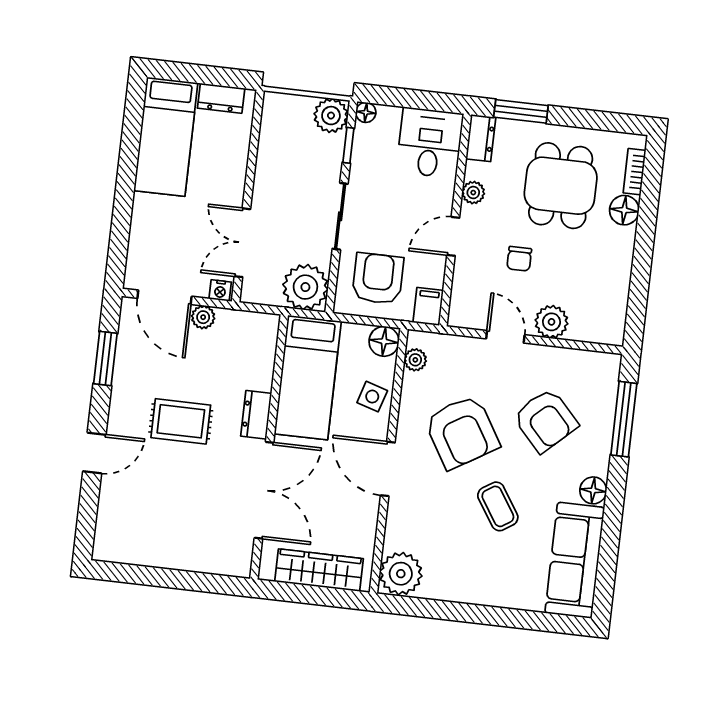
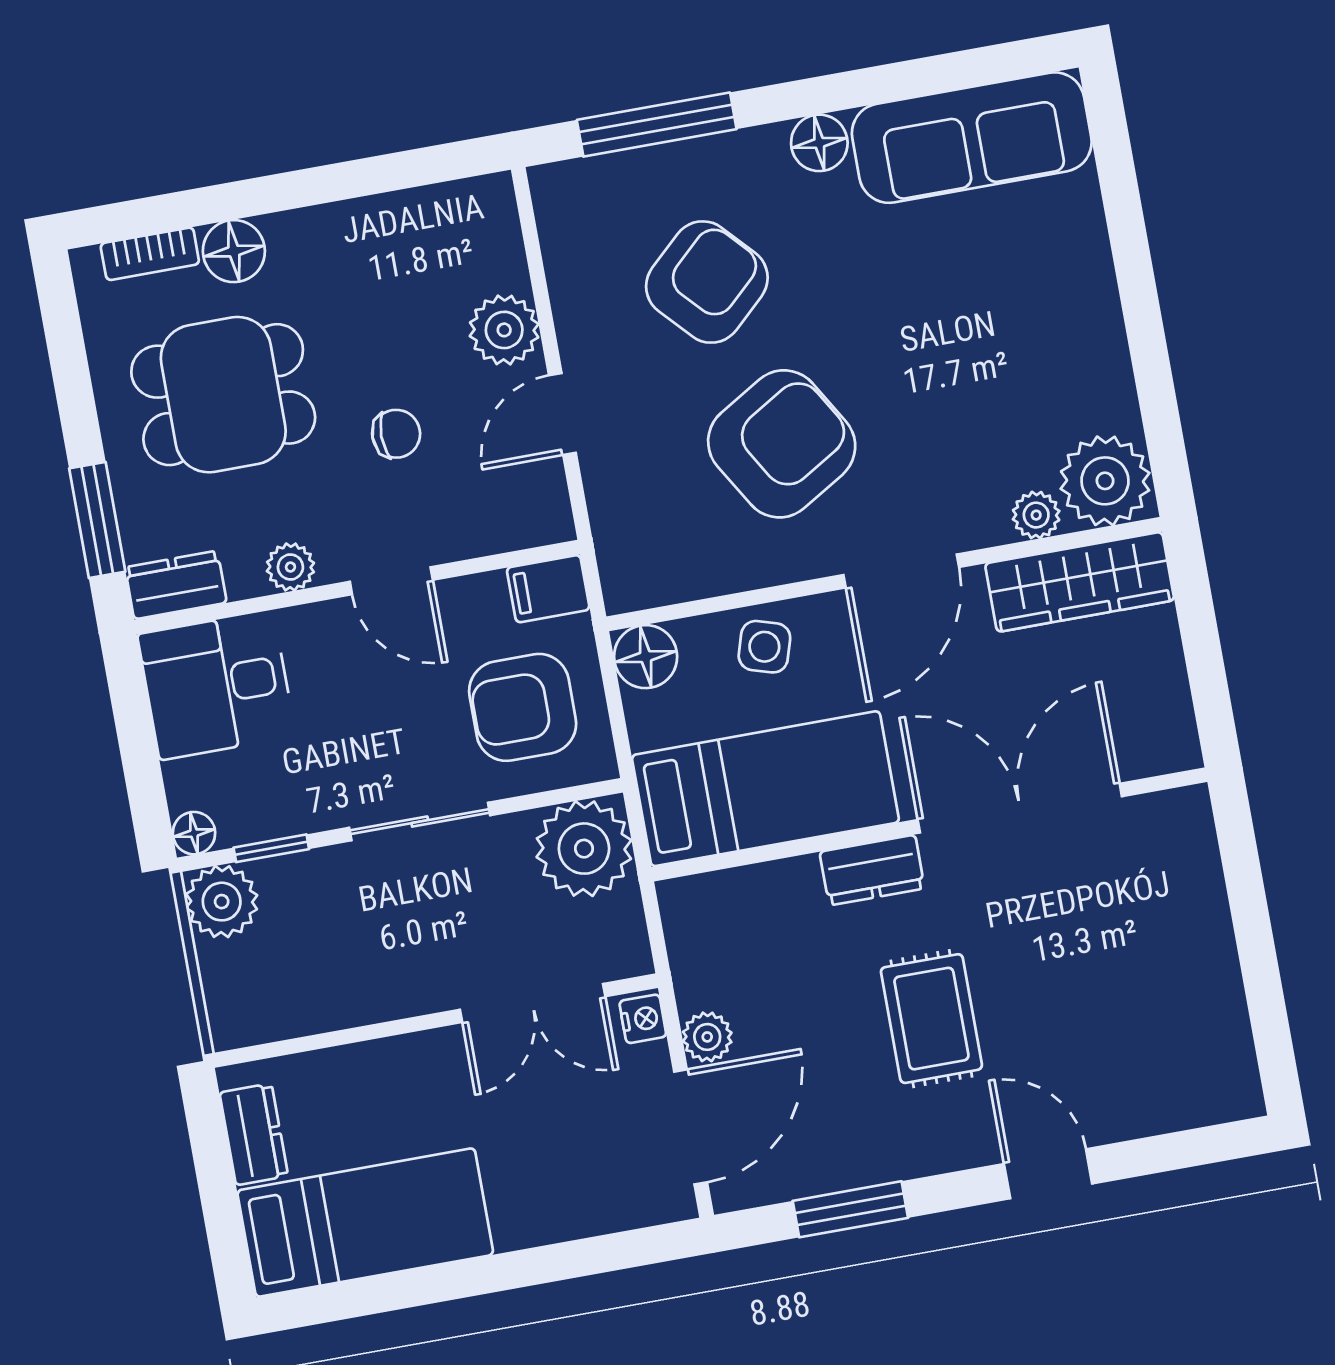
plant: (415, 360) -> (1036, 515), moved
coffee table: (498, 506) -> (910, 326), removed
wardrobe: (319, 570) -> (1080, 582), moved, turned -90

